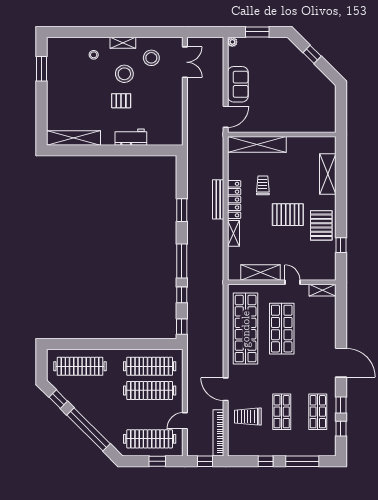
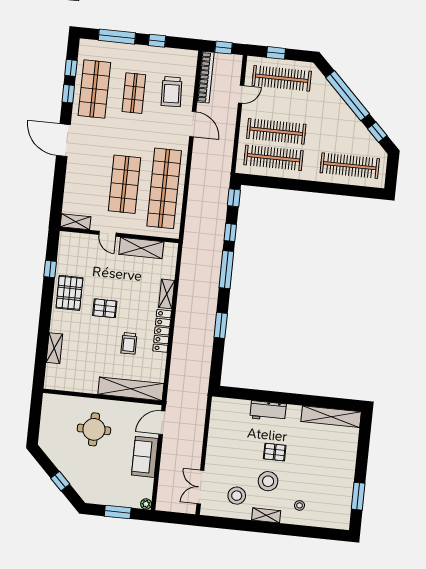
round table: (286, 104) -> (94, 429), added
shelving: (328, 174) -> (54, 348), width x0.67, depth x0.75
bench: (218, 199) -> (179, 333), removed
pallet: (288, 215) -> (105, 308), width x0.67, depth x0.71
shop shelf: (318, 412) -> (94, 89), width x1.43, depth x1.36
trolley: (248, 417) -> (172, 92), turned 88

